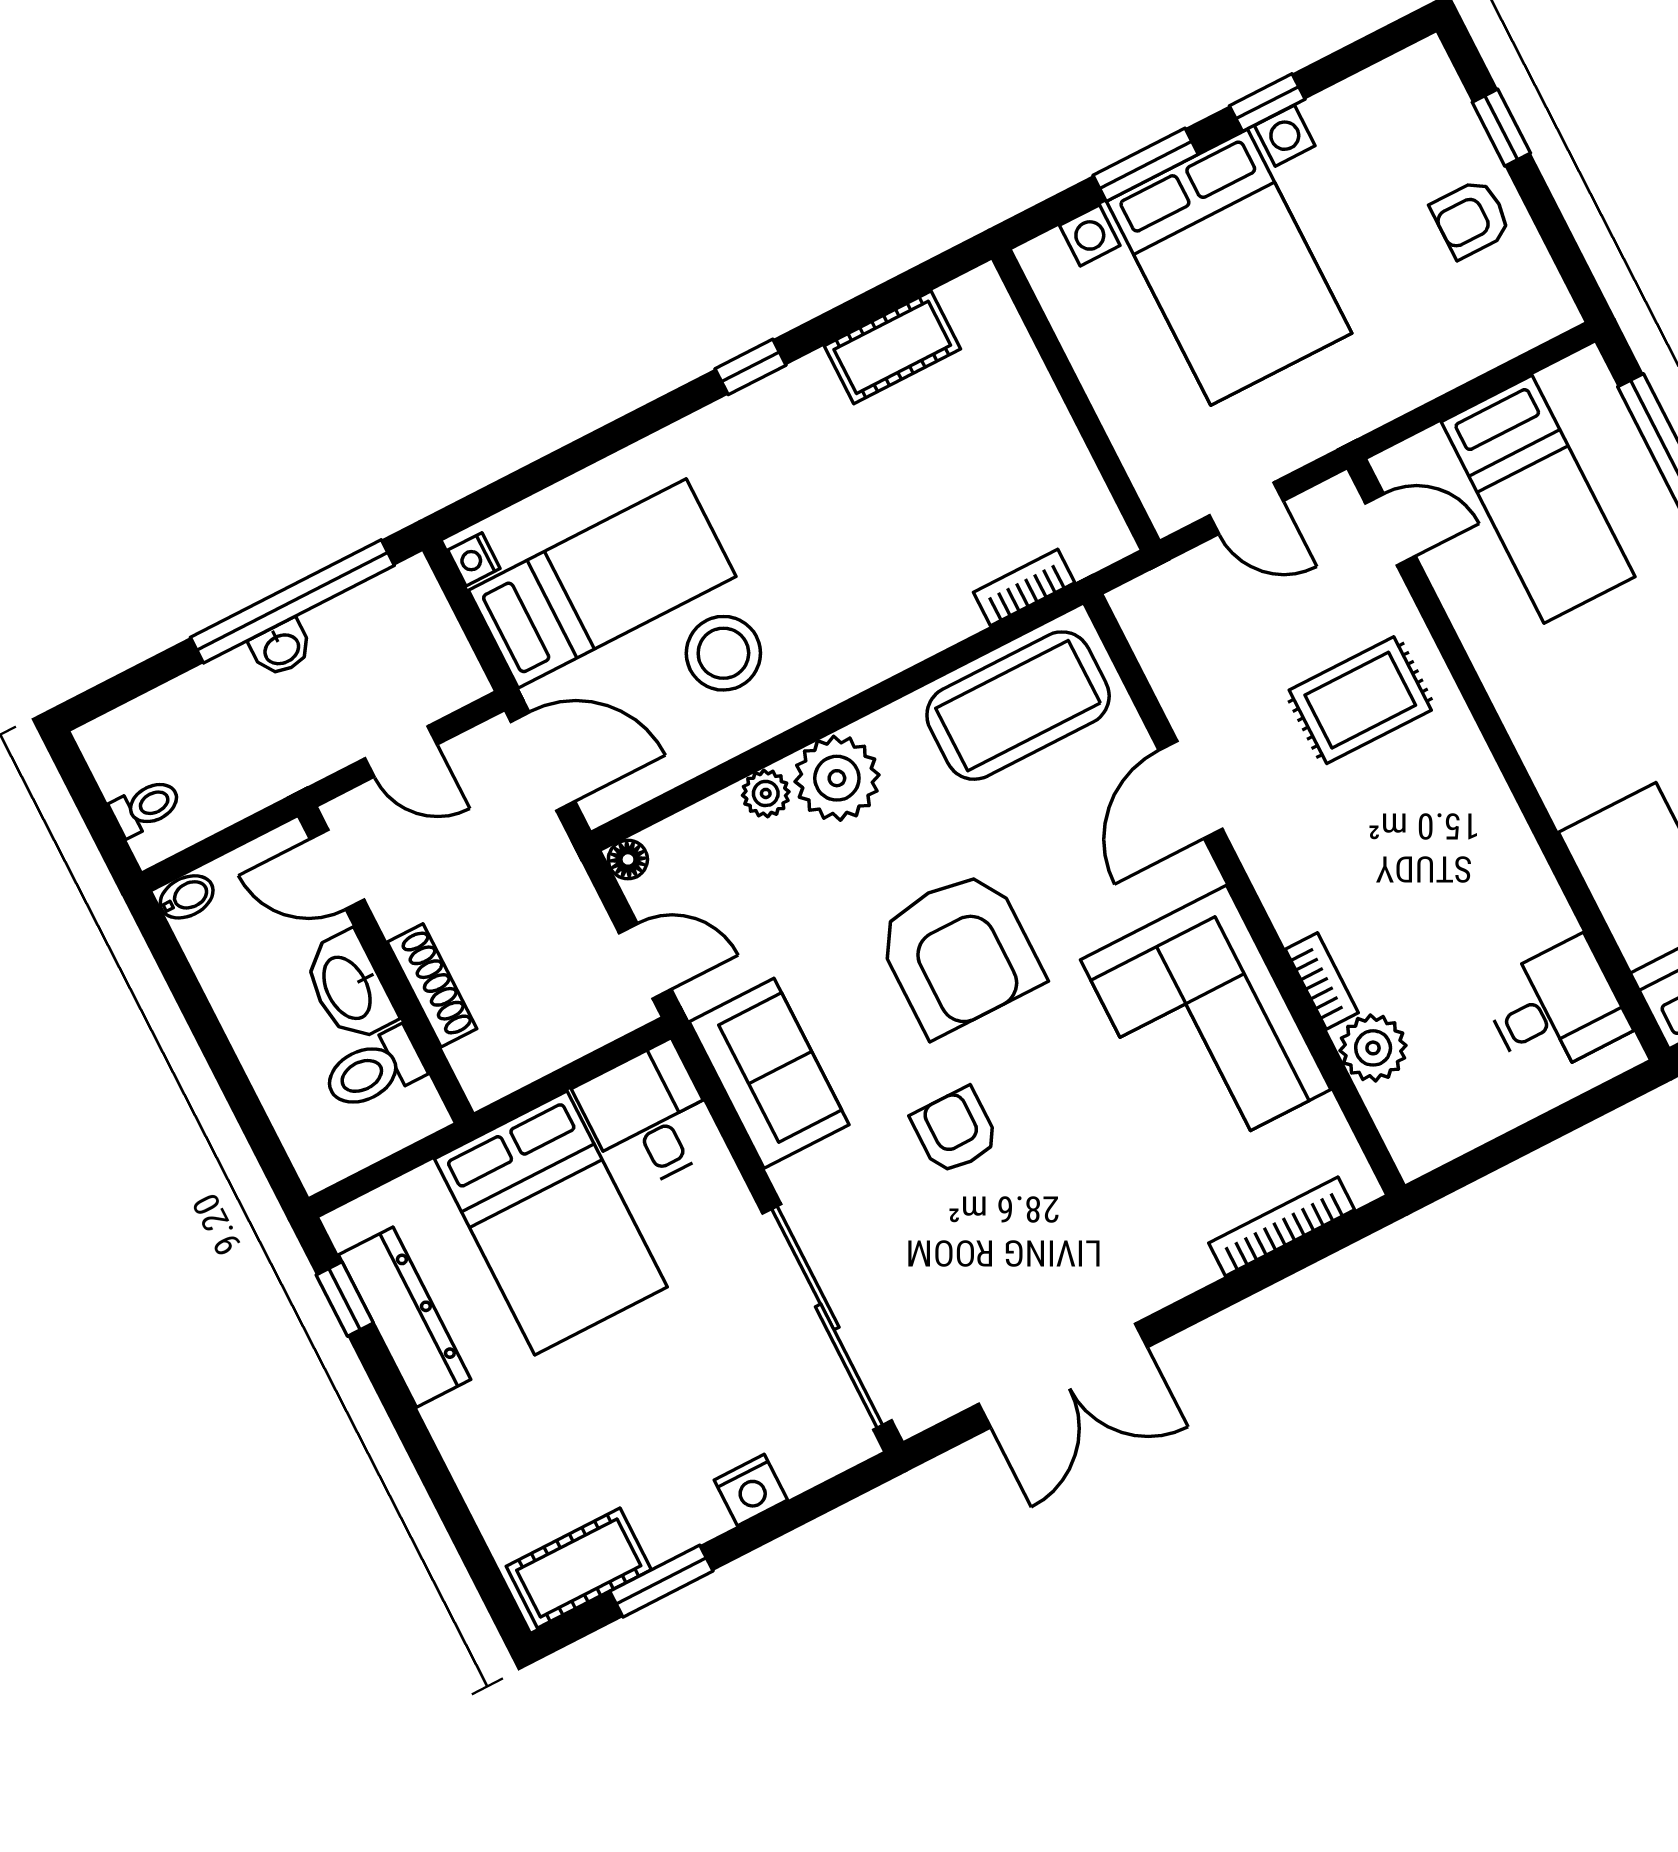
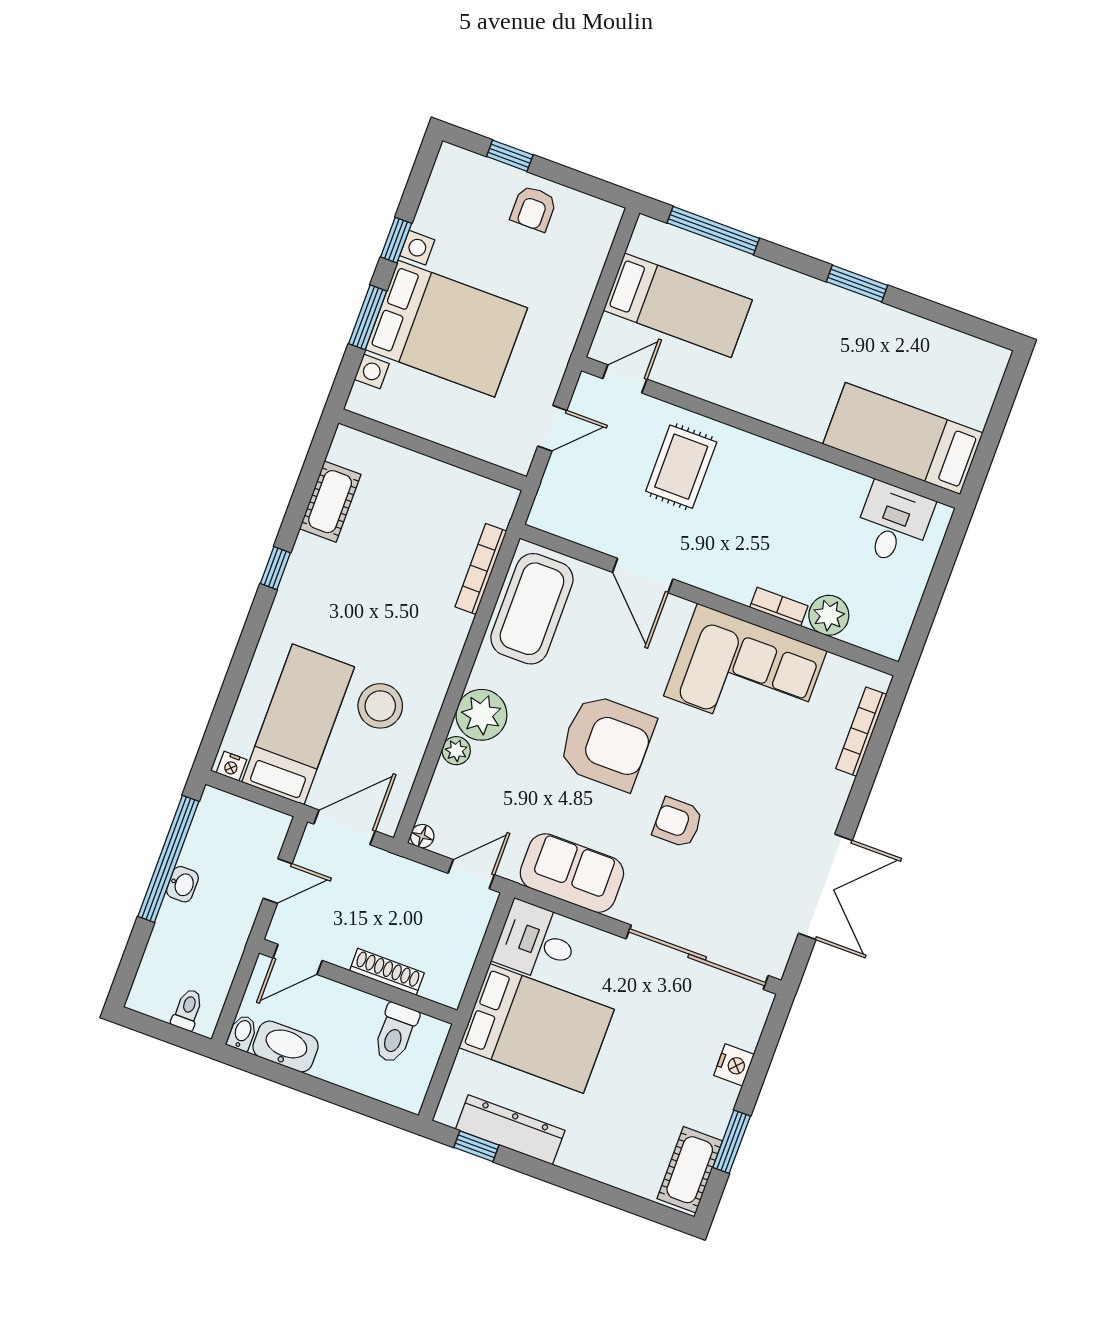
bookcase: (1024, 587) -> (481, 569), width x1.56
washbasin: (349, 987) -> (286, 1046), moved, turned 180

